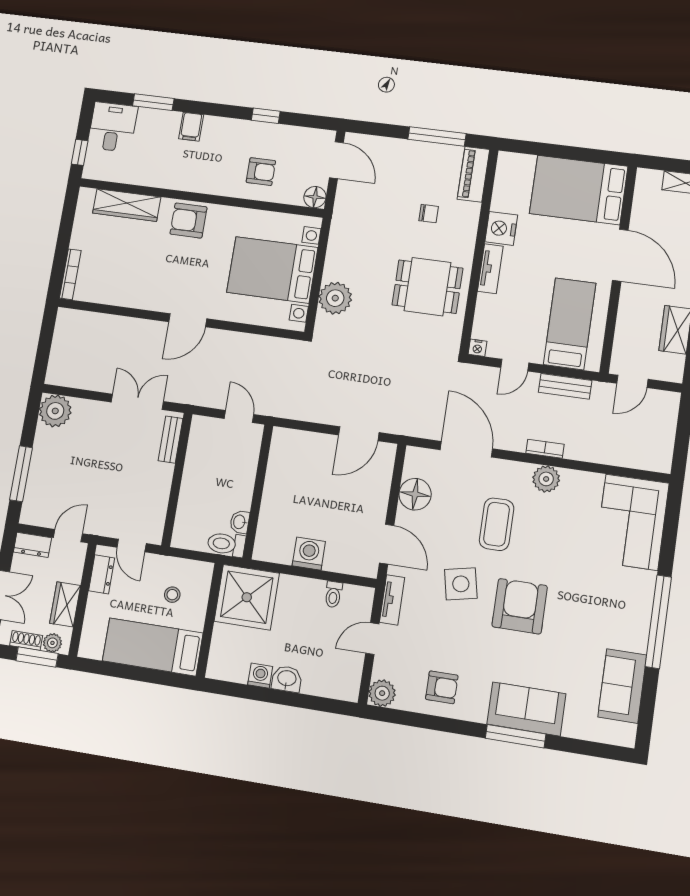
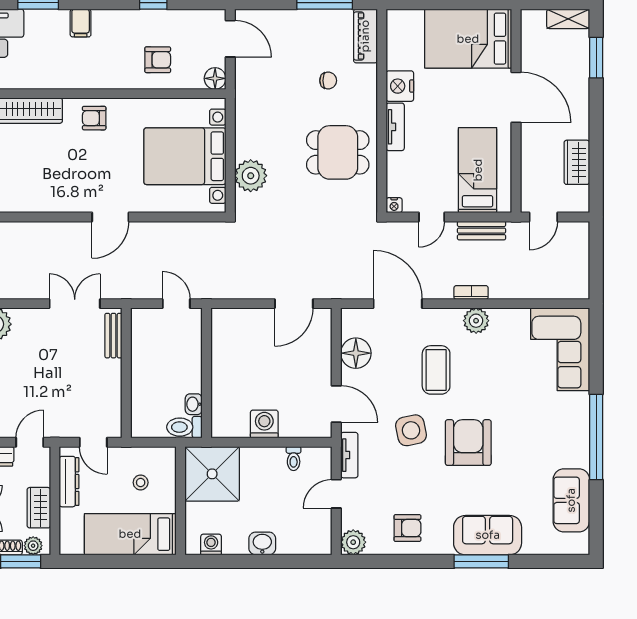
armchair: (188, 221) -> (94, 118), width x0.72, depth x0.72
dresser: (102, 574) -> (69, 482), width x1.44
washing machine: (260, 676) -> (211, 544), moved

